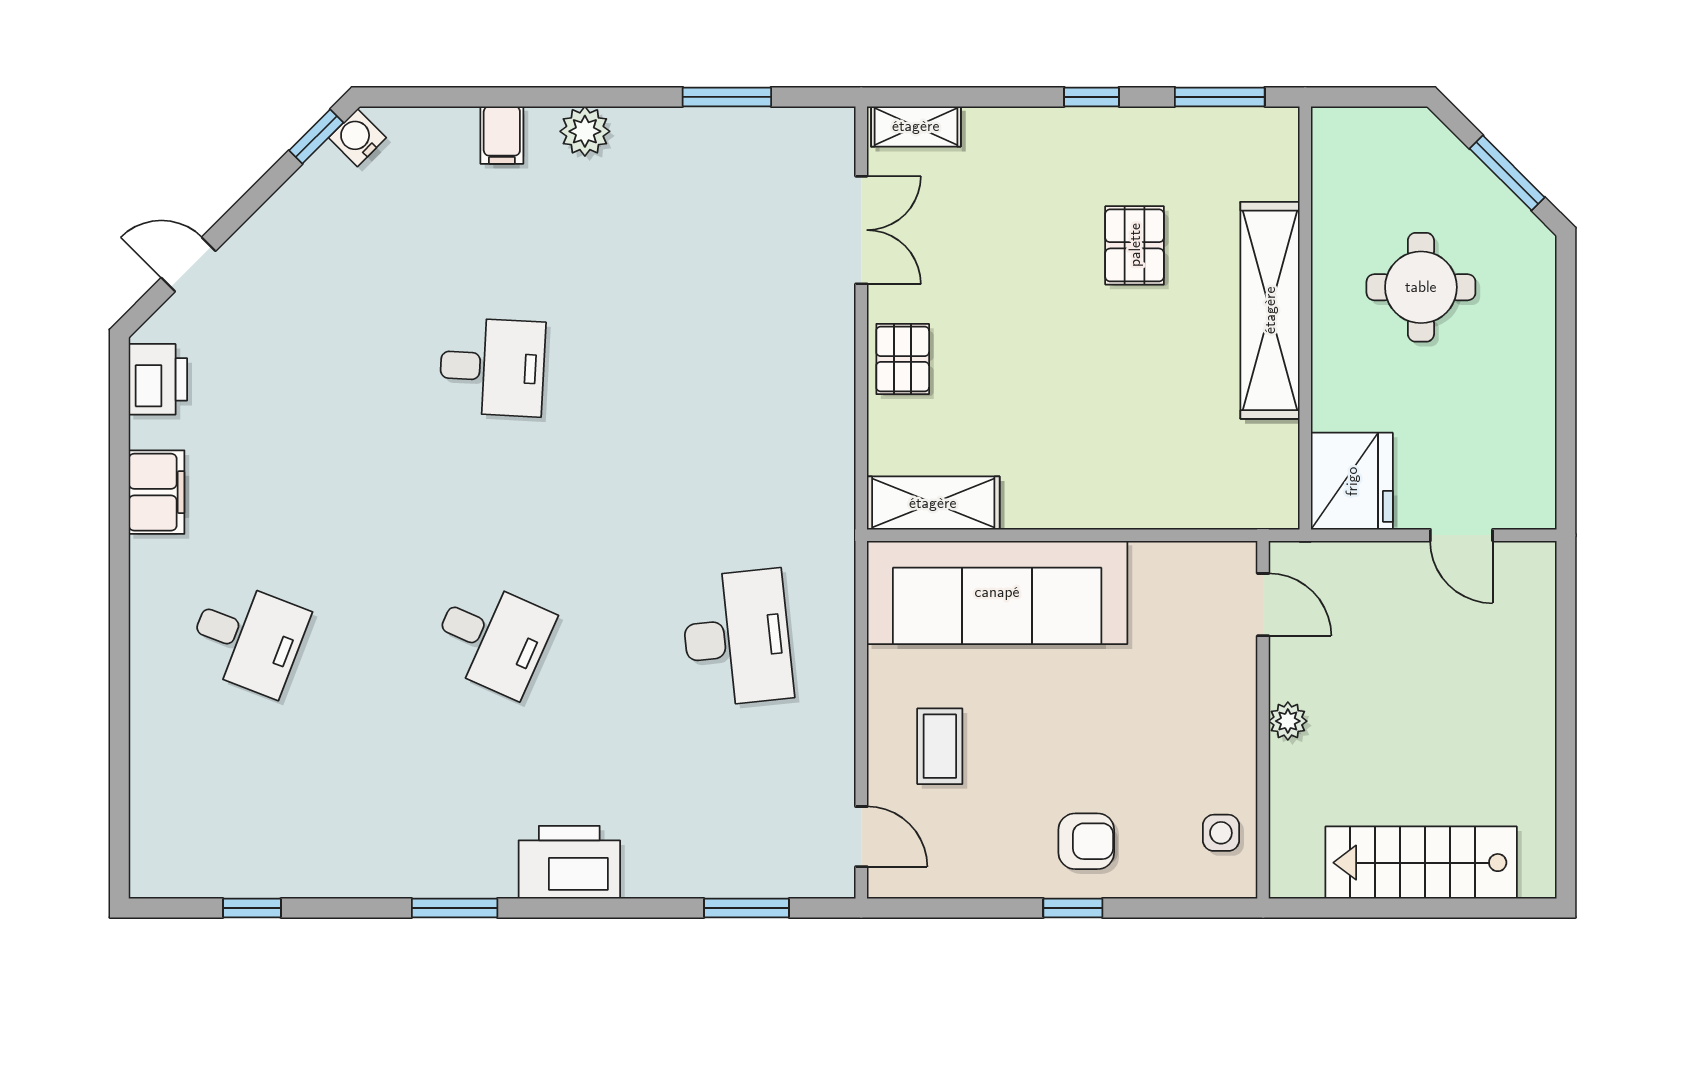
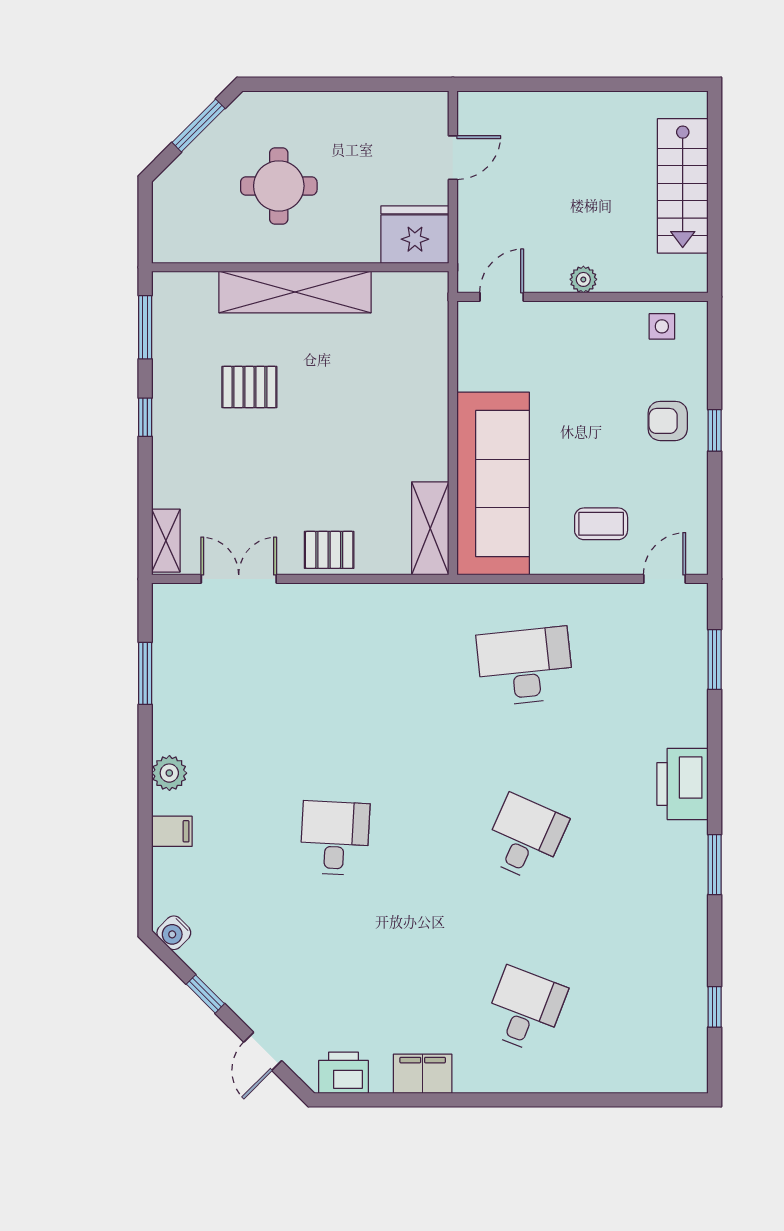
window: (316, 137) -> (205, 994), moved
armchair: (1086, 841) -> (668, 421), turned -90

